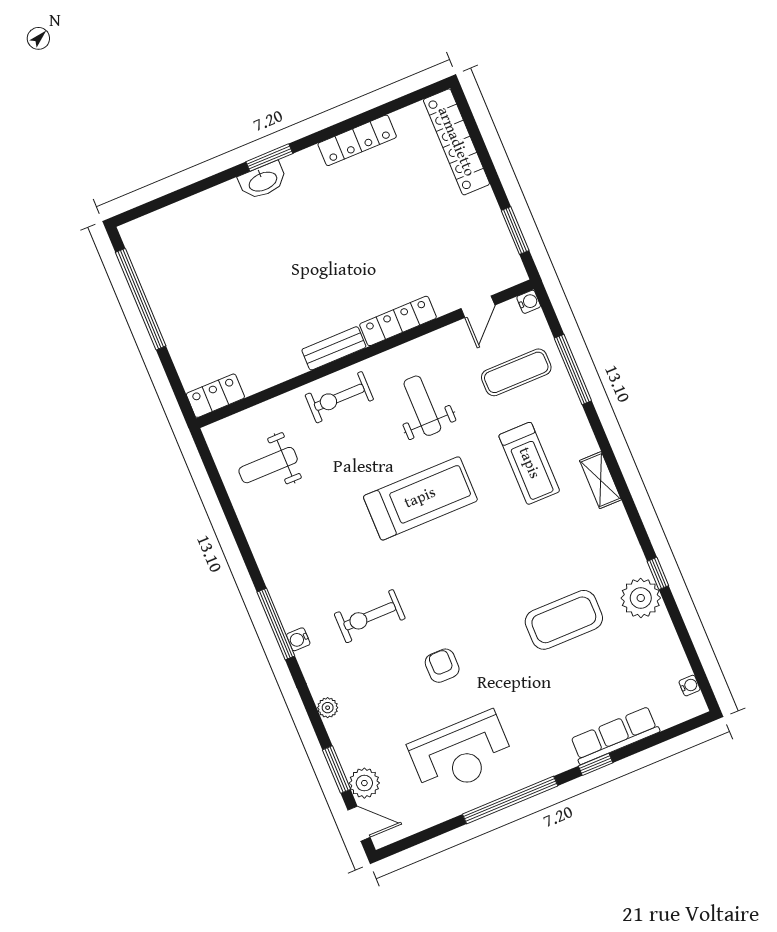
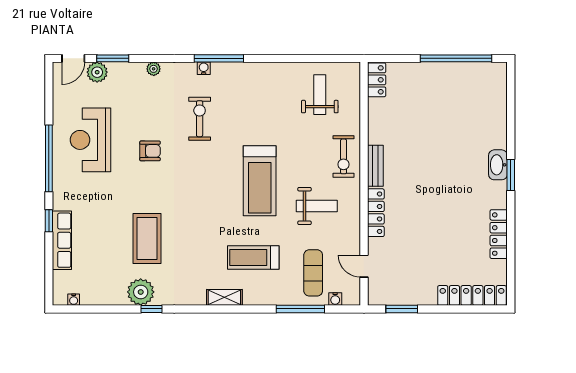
water cooler: (529, 302) -> (335, 299), moved
exercise bike: (339, 397) -> (344, 156), turned 180

